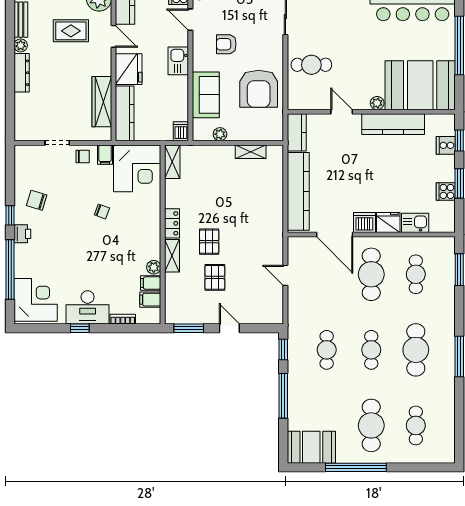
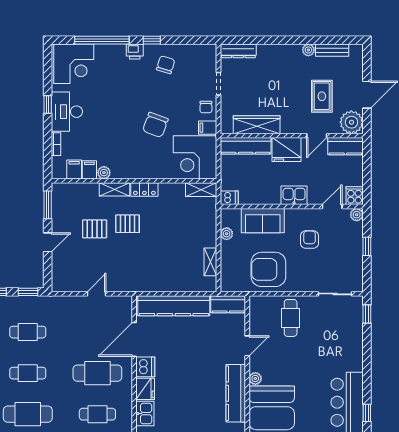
dresser: (22, 73) -> (238, 51), moved
chair: (102, 211) -> (155, 125), width x1.87, depth x1.87

